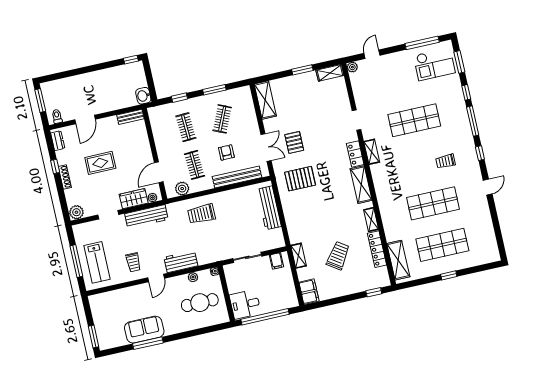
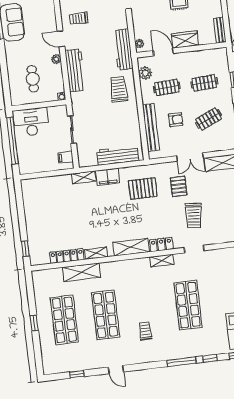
clothes rail: (222, 119) -> (209, 119), turned -48
pallet: (294, 142) -> (179, 186), turned 90
double door: (266, 147) -> (190, 157), moved
window: (480, 153) -> (77, 374), moved
pallet: (300, 179) -> (143, 188), turned 90
wardrobe: (134, 199) -> (185, 40), moved, turned -90
workbench: (146, 217) -> (123, 49), moved
shelving: (298, 256) -> (84, 177), moved
trolley: (338, 256) -> (194, 216), moved, turned 61
shelving: (398, 260) -> (81, 272), moved
workbench: (181, 262) -> (75, 70), width x1.38
plant: (193, 277) -> (56, 59), moved
filing cabinet: (309, 292) -> (108, 177), moved
cafe table: (200, 303) -> (33, 79), width x0.73, depth x0.74
desk: (245, 304) -> (31, 122), width x1.37

